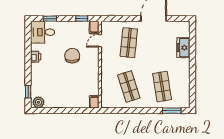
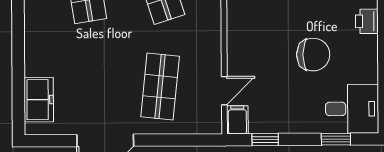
freezer: (183, 48) -> (39, 100), moved
chair: (72, 56) -> (313, 55), moved, turned -90
printer: (36, 57) -> (367, 21), moved

